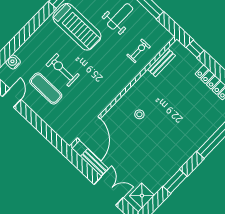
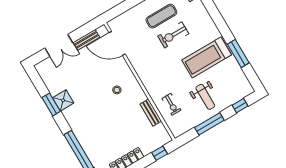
bench: (161, 62) -> (151, 113), moved
exercise bike: (63, 70) -> (173, 35), turned 180
shower: (142, 196) -> (63, 100), moved

